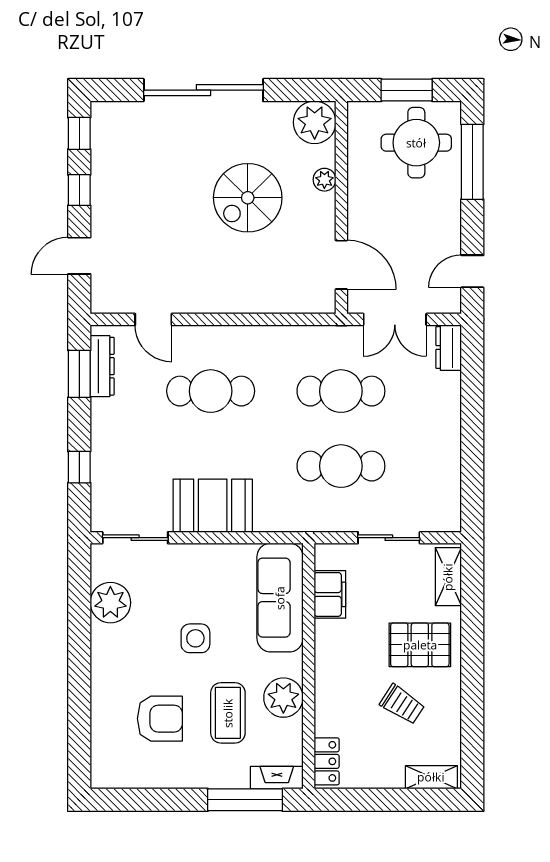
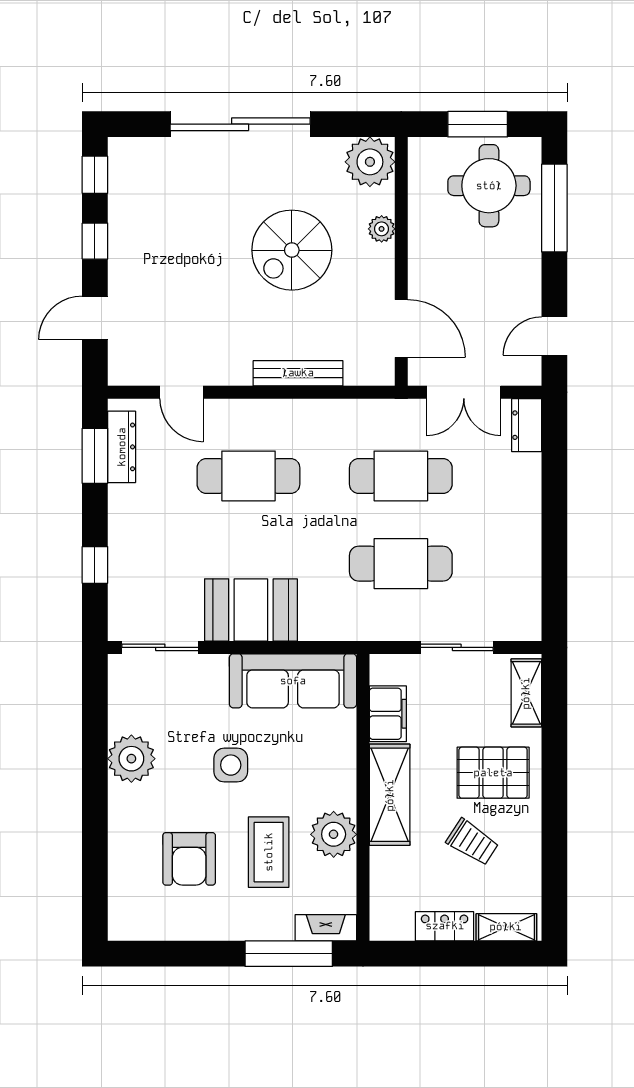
bench: (253, 303) -> (298, 373), added
sofa: (280, 598) -> (293, 681), moved, turned -90
plant: (110, 603) -> (131, 759), moved
shelving: (331, 664) -> (390, 795), added
armchair: (160, 719) -> (189, 859), turned 90
locker: (327, 761) -> (445, 926), moved, turned -90

